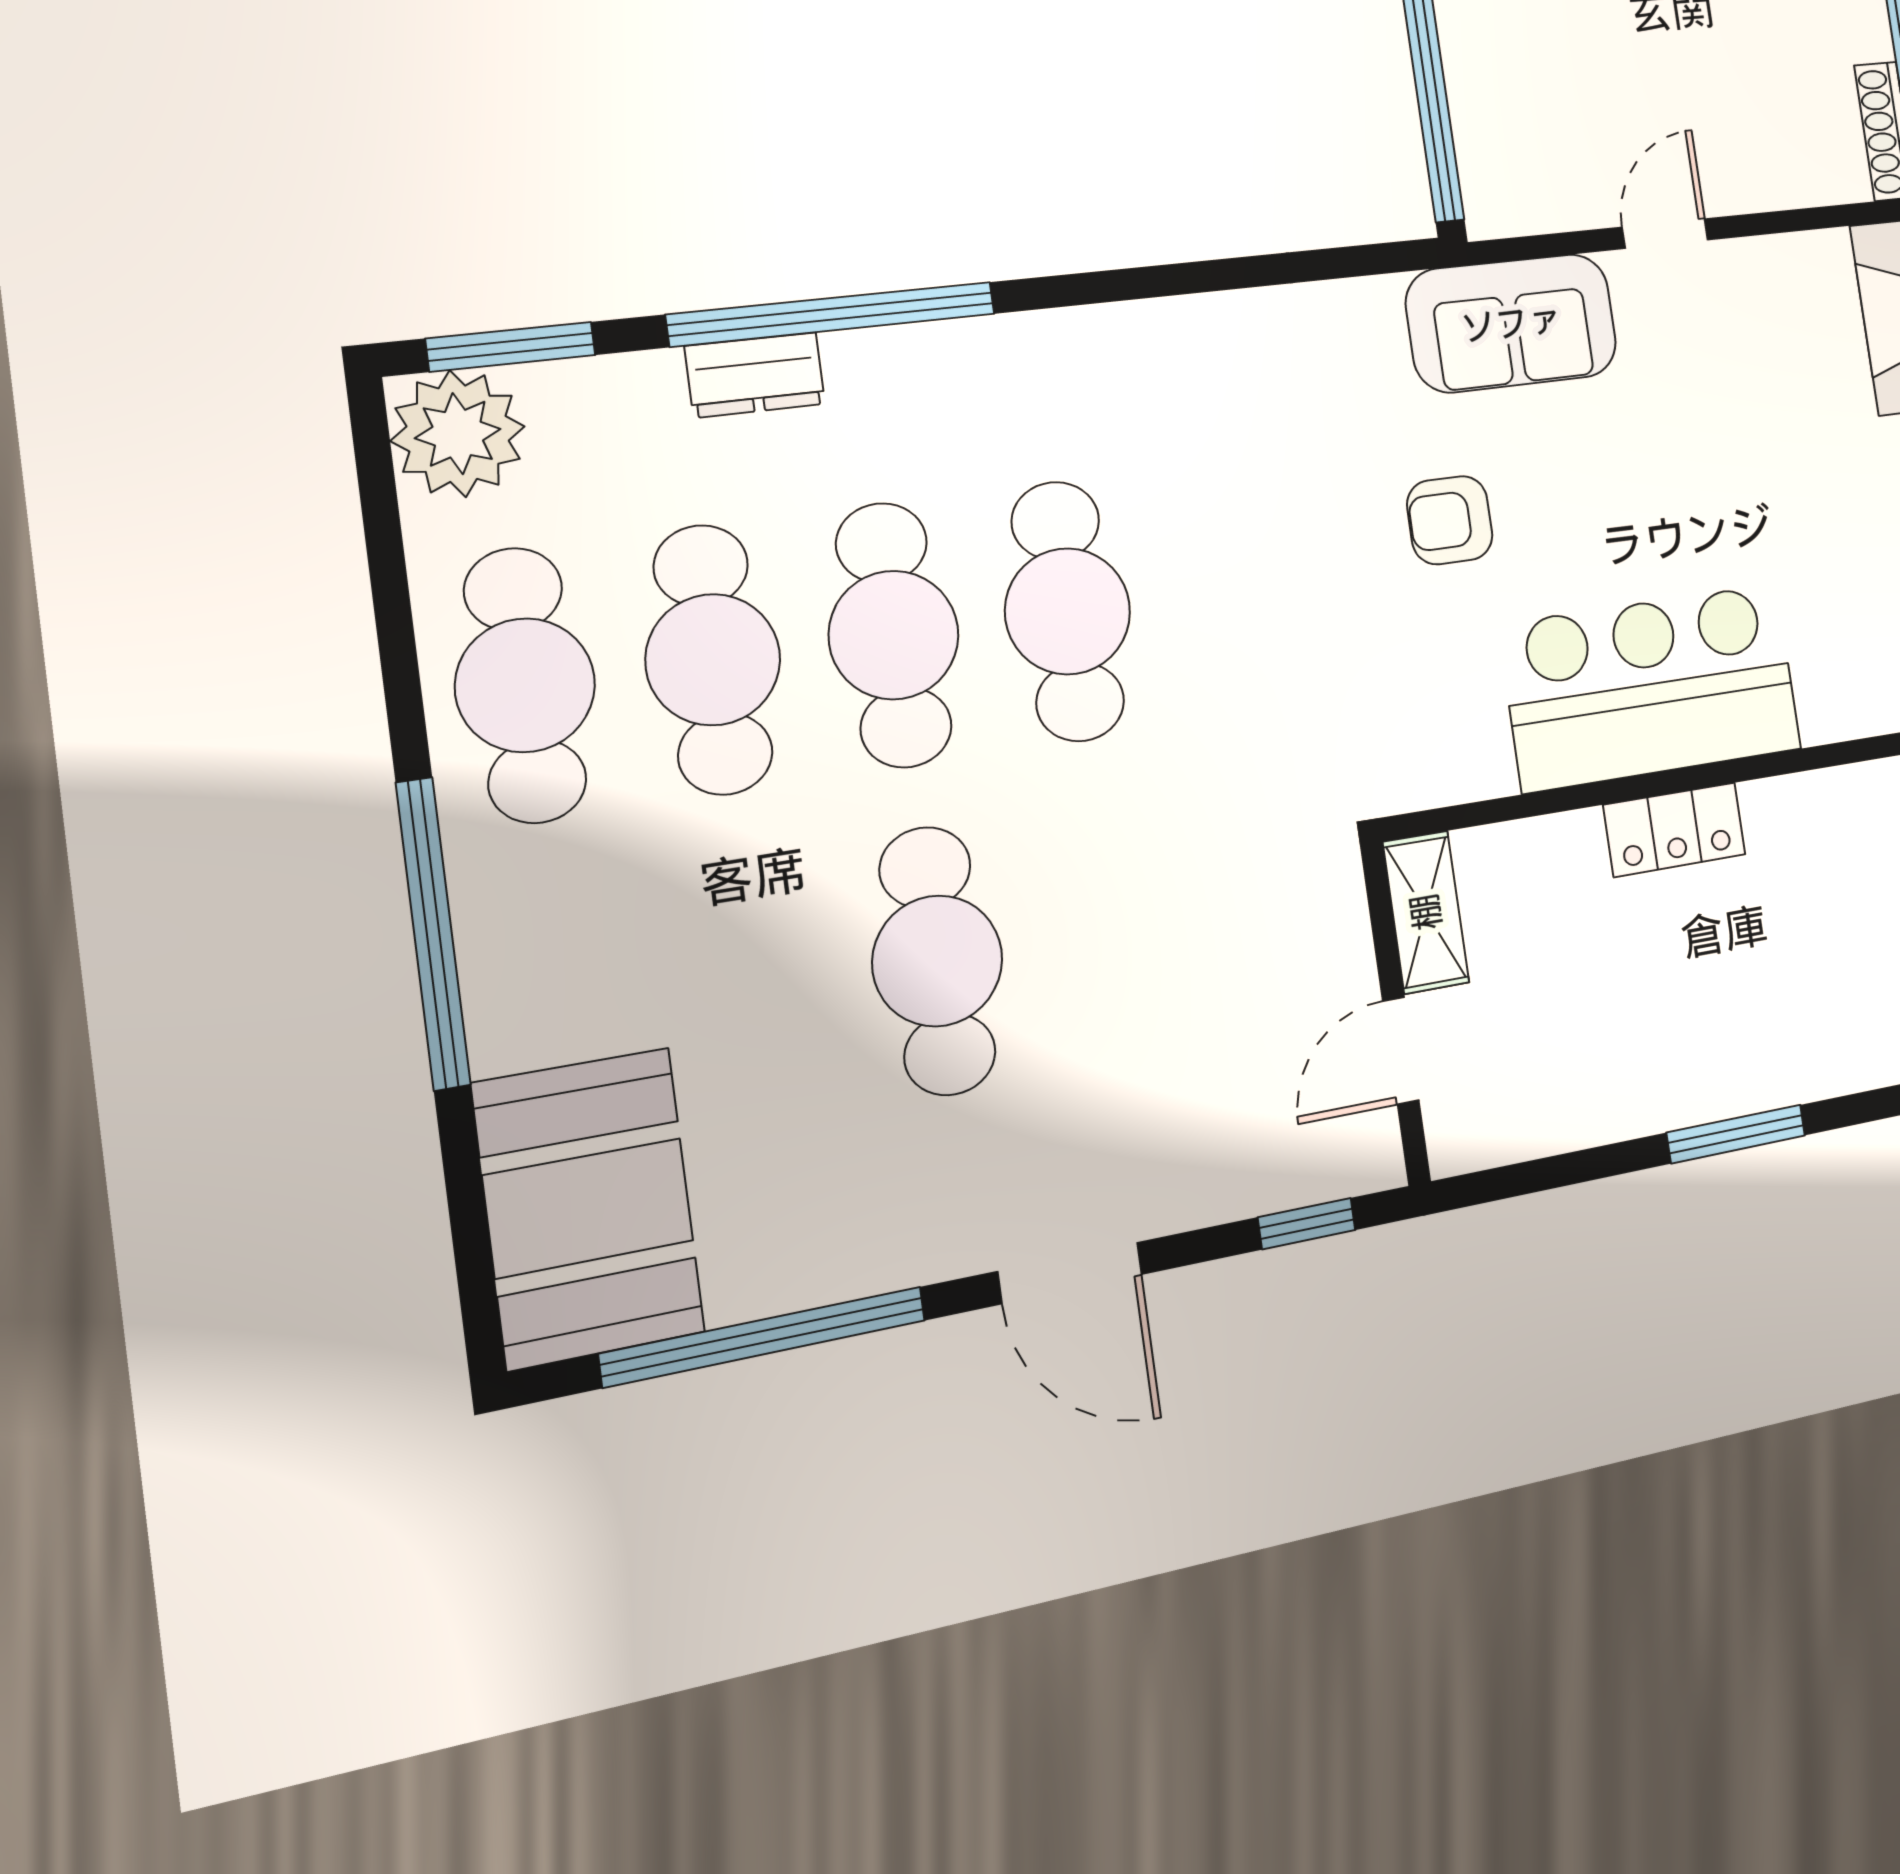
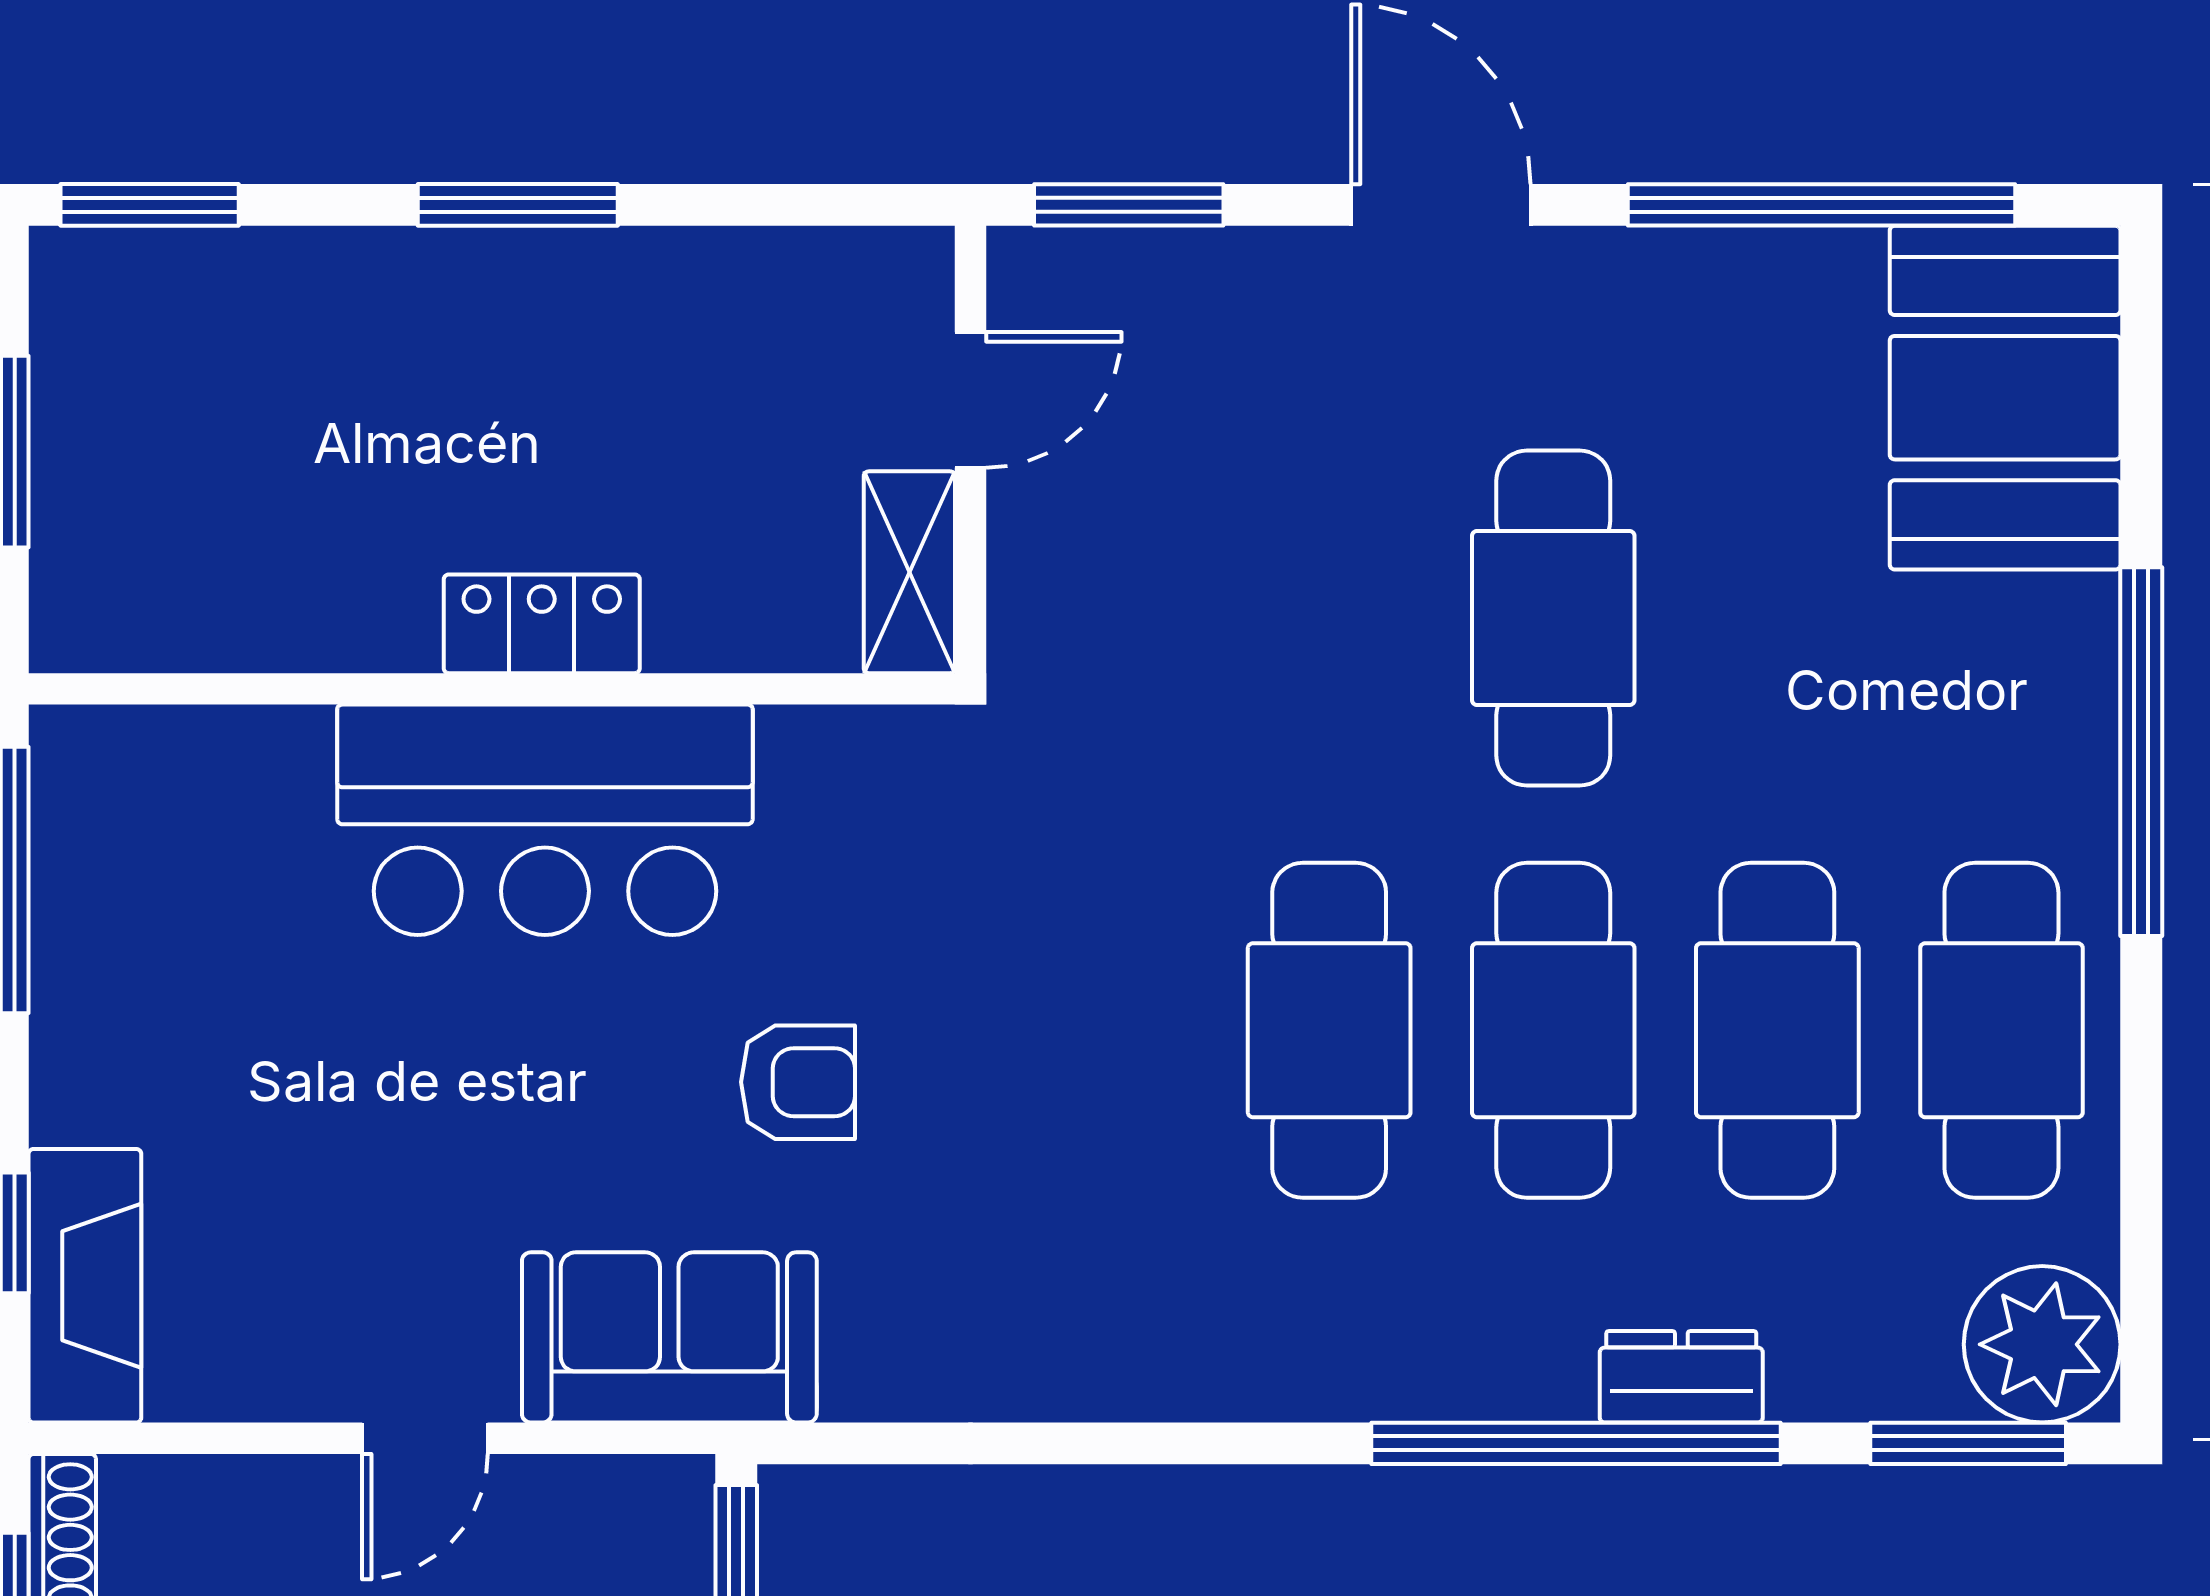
window: (1307, 1224) -> (1129, 205), width x1.50

